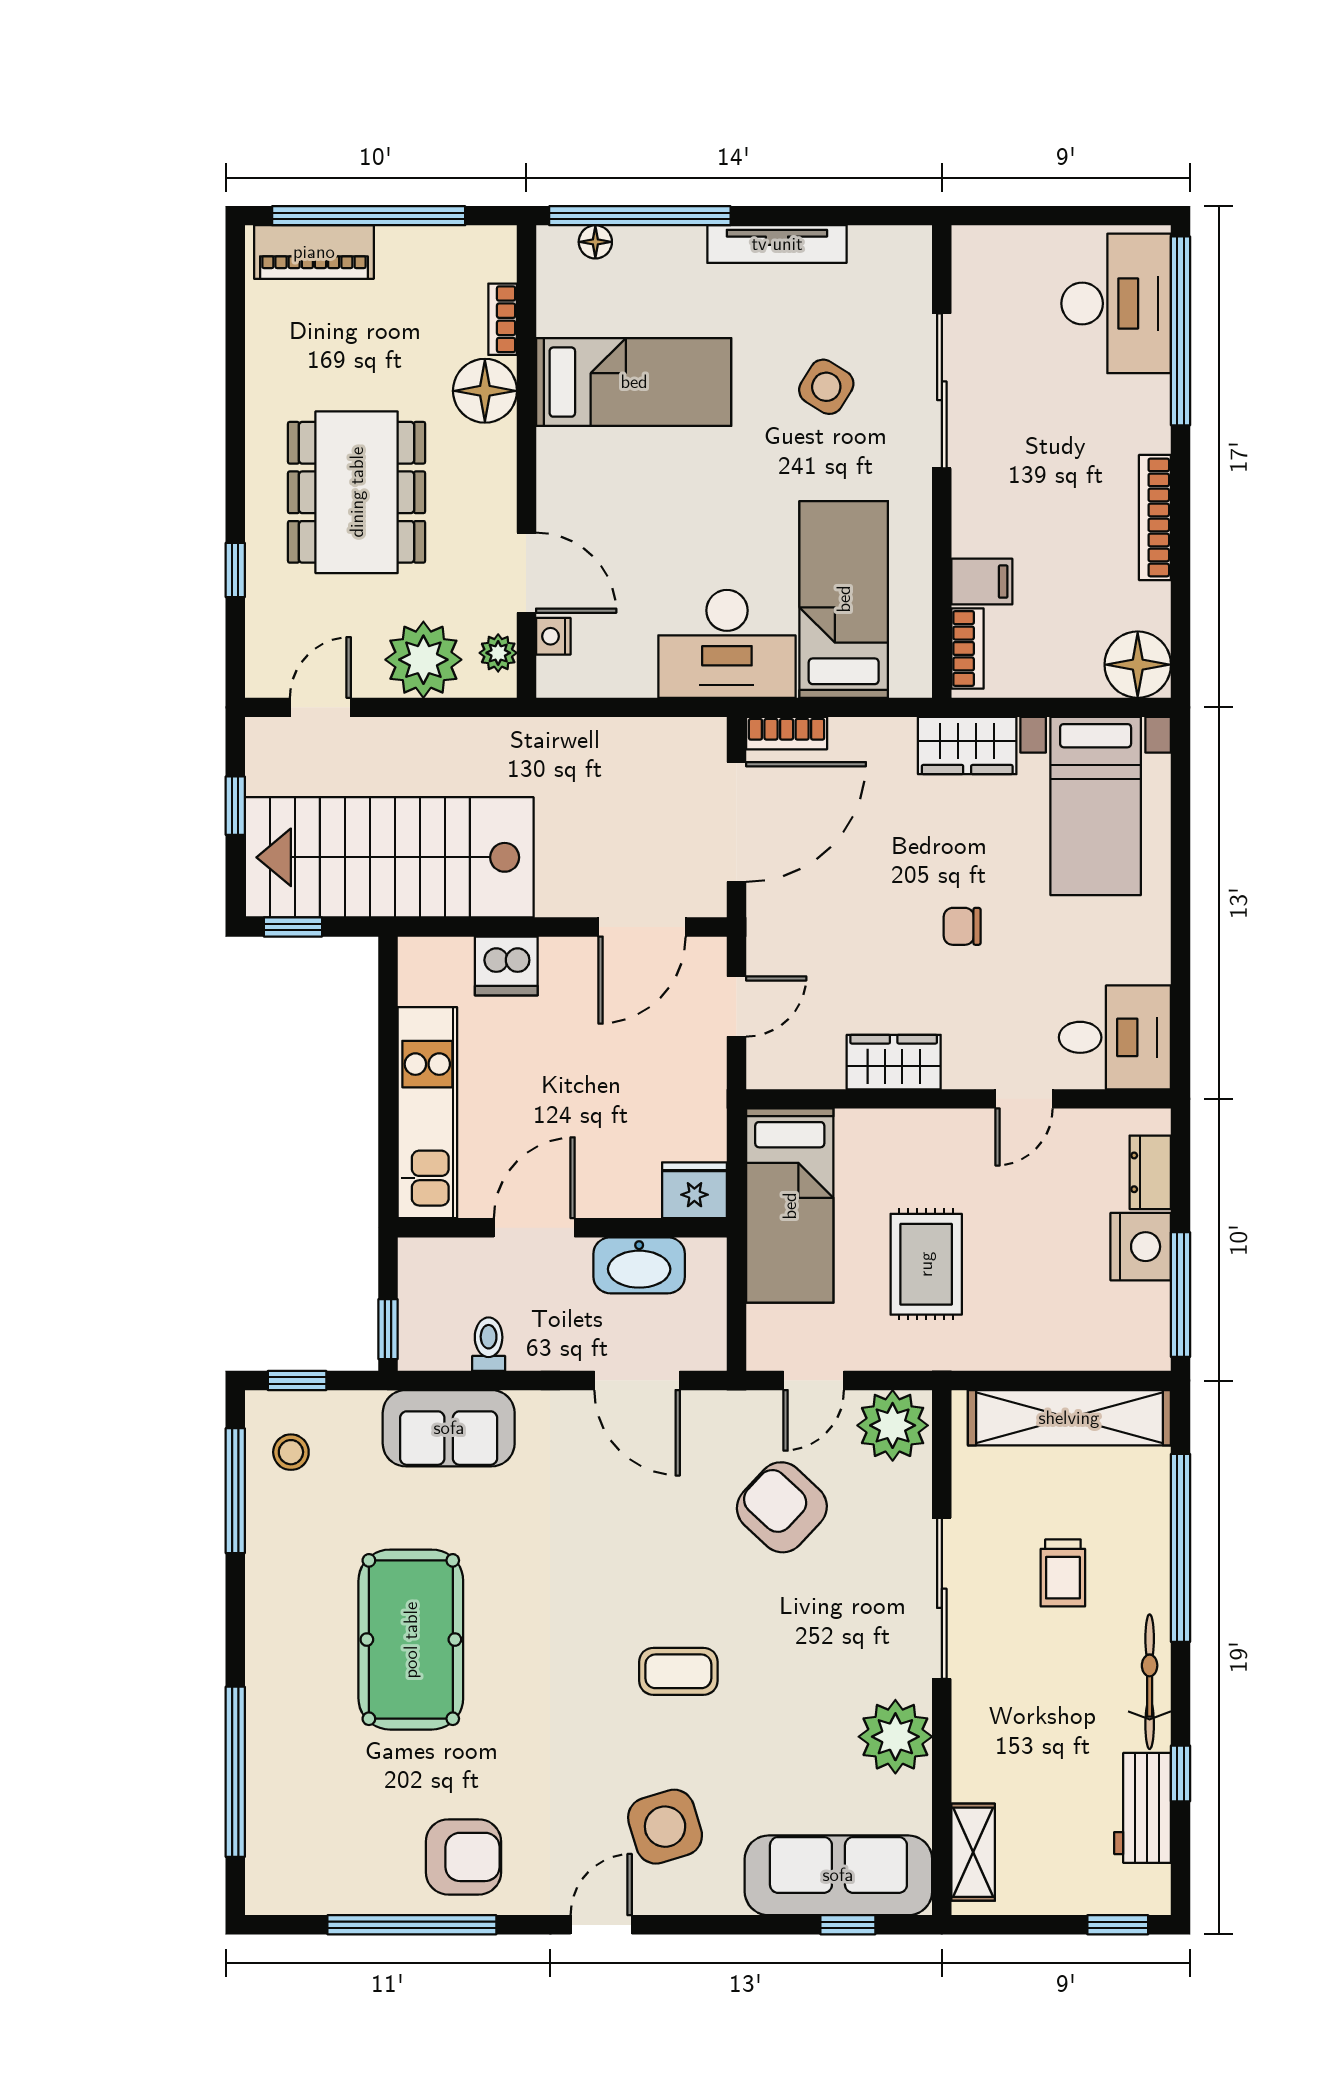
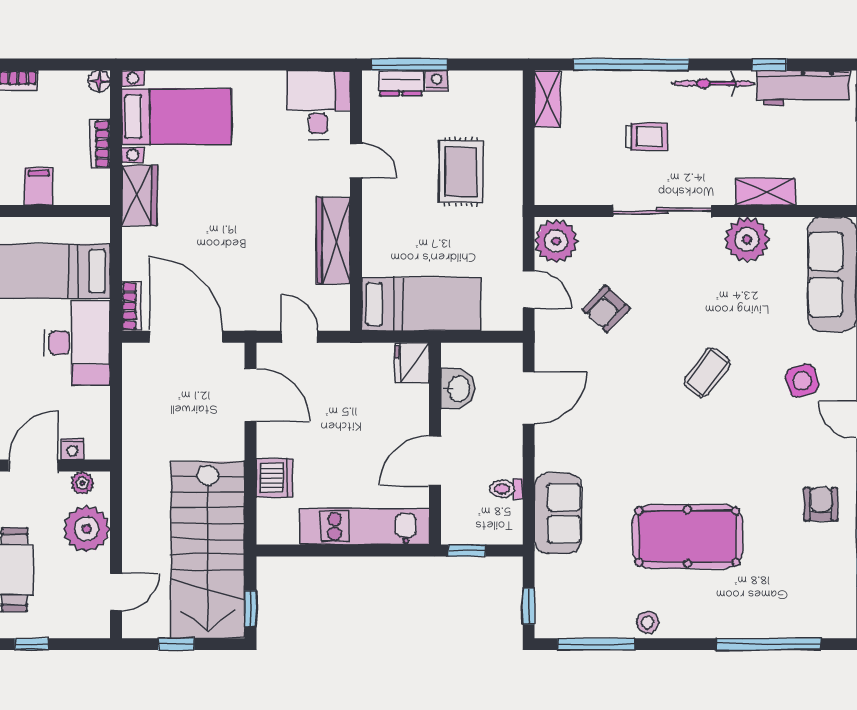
bookcase: (967, 648) -> (100, 144), moved, turned -90
floor lamp: (1138, 665) -> (99, 81), width x0.53, depth x0.53
door: (320, 707) -> (116, 592), swing flipped
chair: (962, 926) -> (250, 198), removed
wardrobe: (894, 1062) -> (333, 240), width x1.50
door: (534, 1228) -> (435, 461), hinge flipped
nightstand: (1141, 1247) -> (437, 81), width x0.53, depth x0.56
rug: (926, 1264) -> (461, 172), moved, turned 90
washbasin: (639, 1265) -> (458, 389), width x0.72
window: (1180, 1295) -> (409, 65), moved
window: (388, 1329) -> (467, 550), moved
shelving: (1069, 1418) -> (547, 99), width x0.45, depth x0.75
stool: (291, 1452) -> (647, 622), moved
armchair: (782, 1507) -> (606, 309), width x0.72, depth x0.72
coffee table: (678, 1671) -> (707, 372), turned 37
workbench: (1143, 1808) -> (803, 88), width x1.38
side table: (665, 1827) -> (802, 381), width x0.73, depth x0.73
shelving: (973, 1852) -> (765, 192), moved
armchair: (463, 1857) -> (821, 504), width x0.72, depth x0.72

